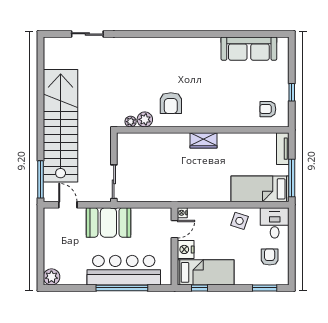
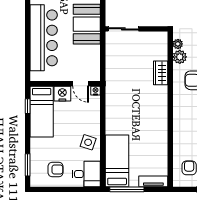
wardrobe: (203, 140) -> (161, 73), moved
window: (122, 288) -> (28, 36), removed

